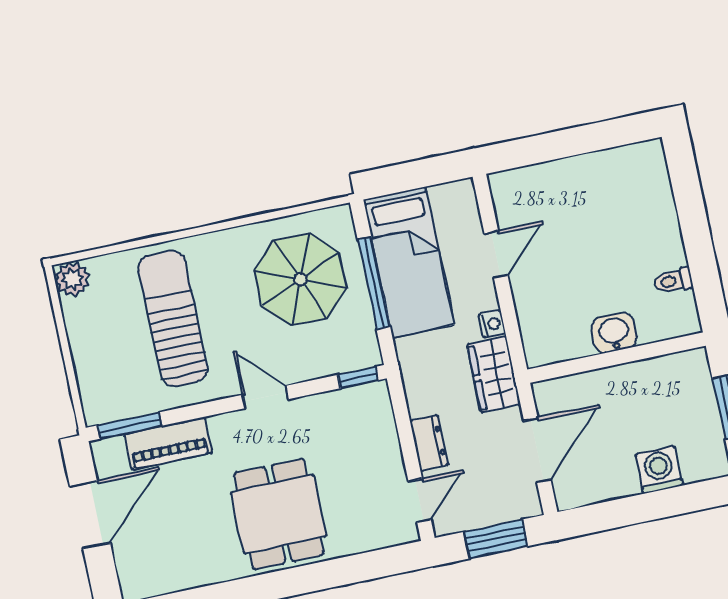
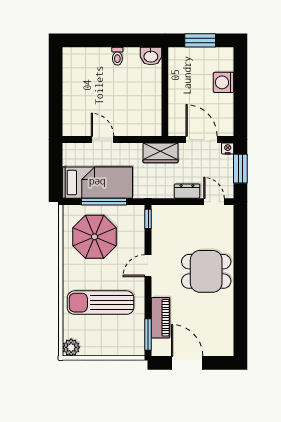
toilet: (673, 281) -> (117, 56), moved
nightstand: (492, 324) -> (228, 149), moved
washbasin: (614, 333) -> (151, 56), moved, turned -90

